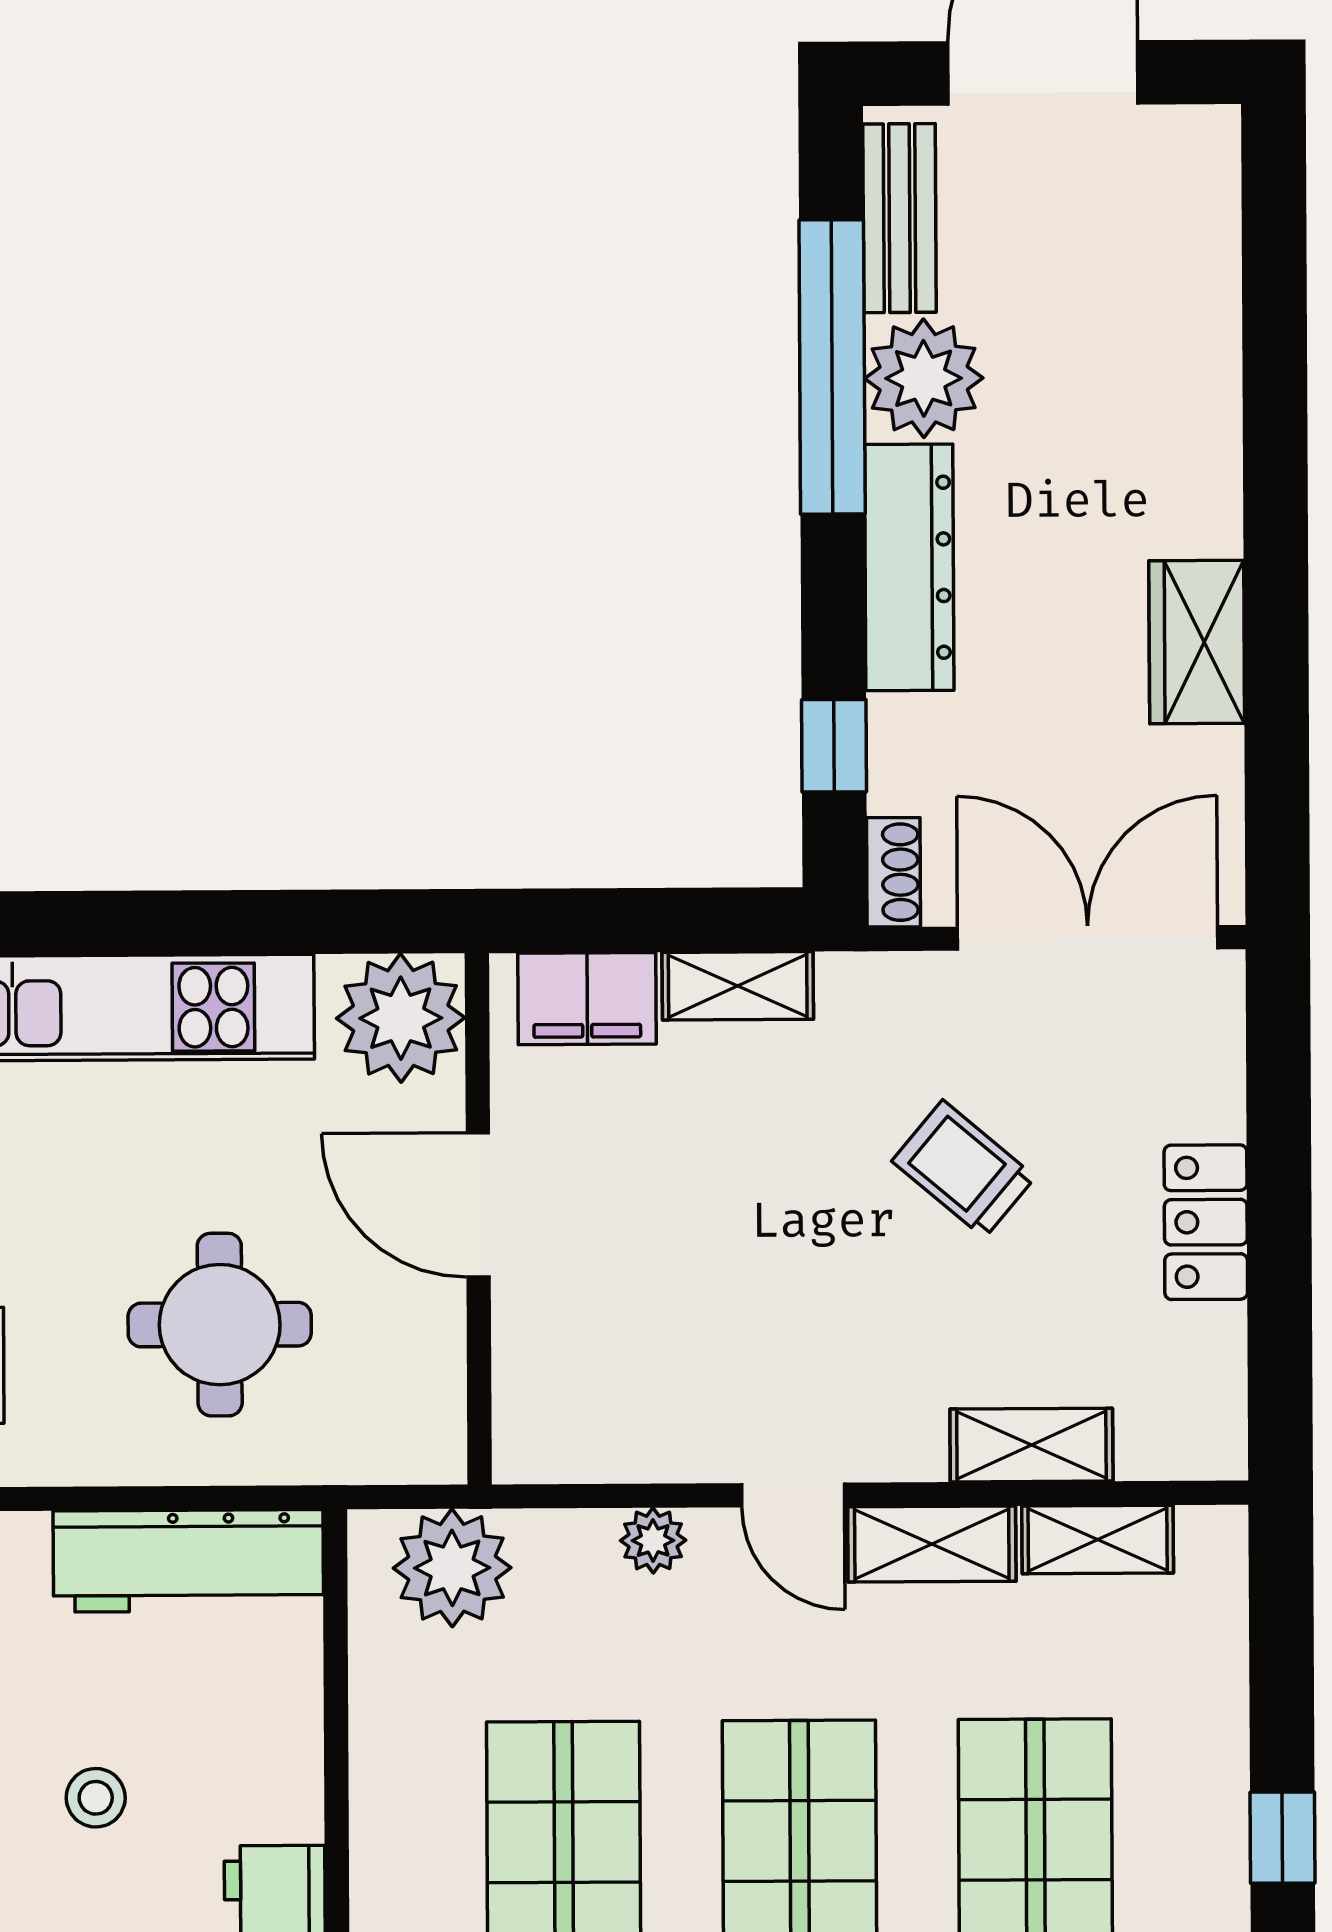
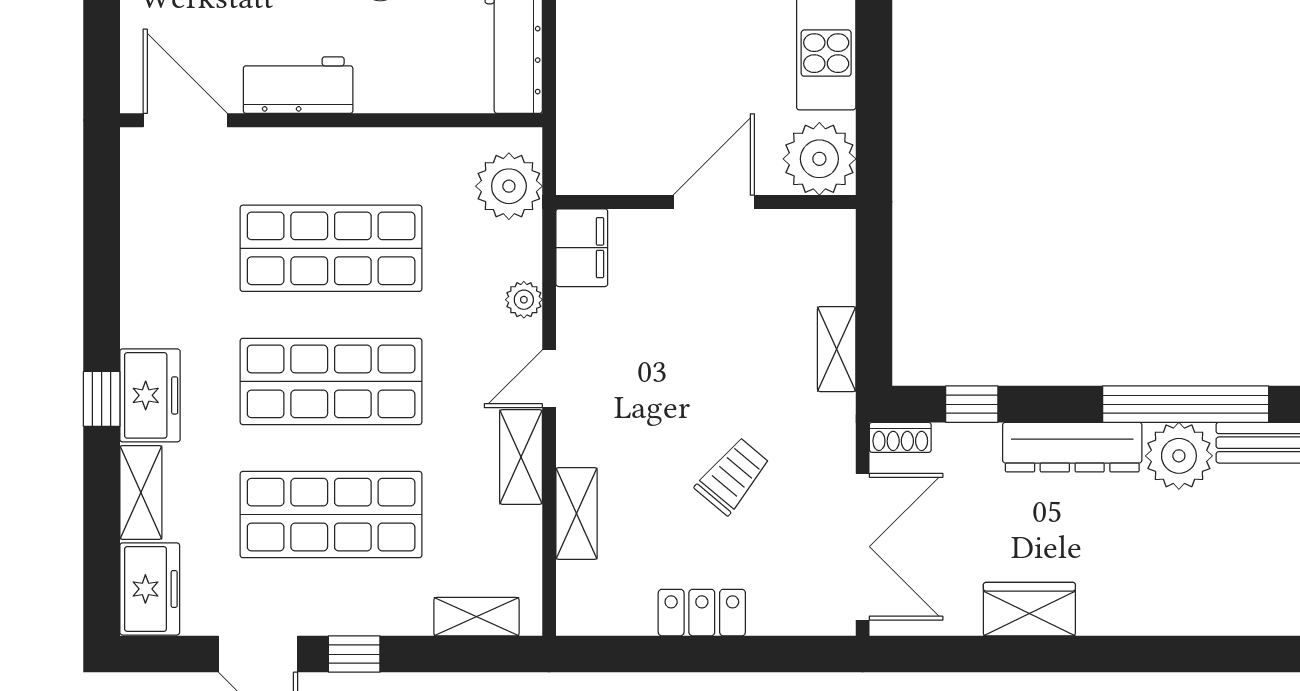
filing cabinet: (587, 999) -> (582, 248), moved, turned 180
round table: (220, 1325) -> (647, 56), removed
shelving: (1098, 1539) -> (476, 617), moved, turned 90

